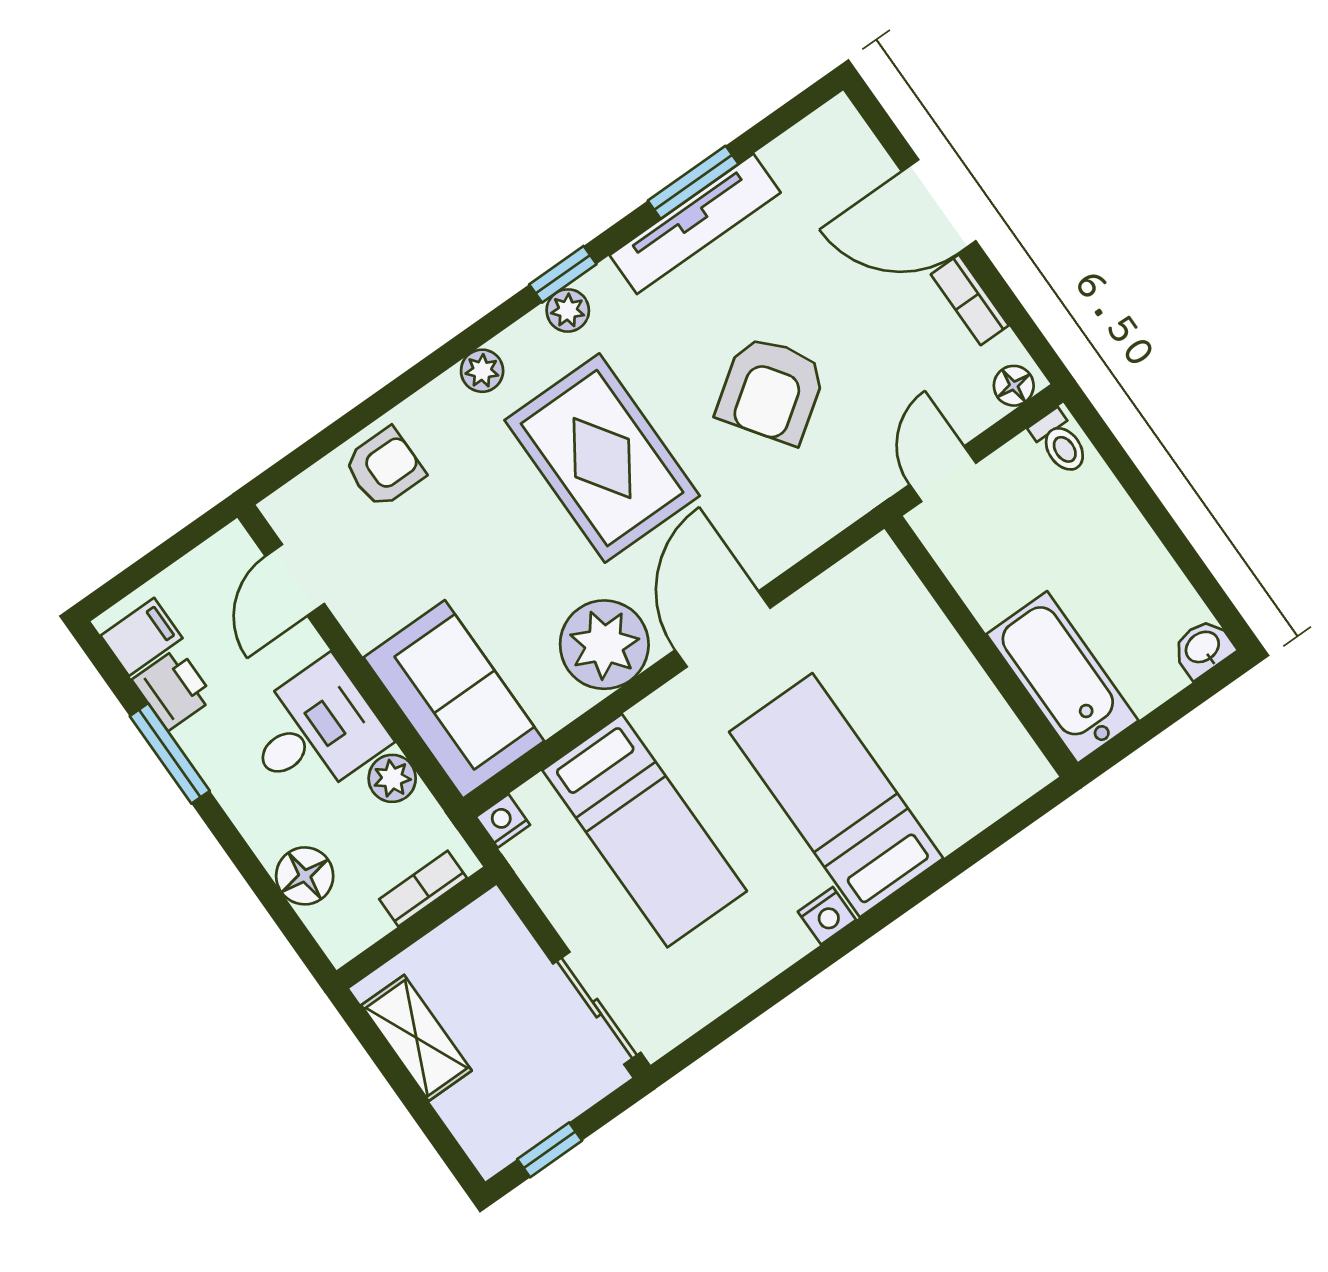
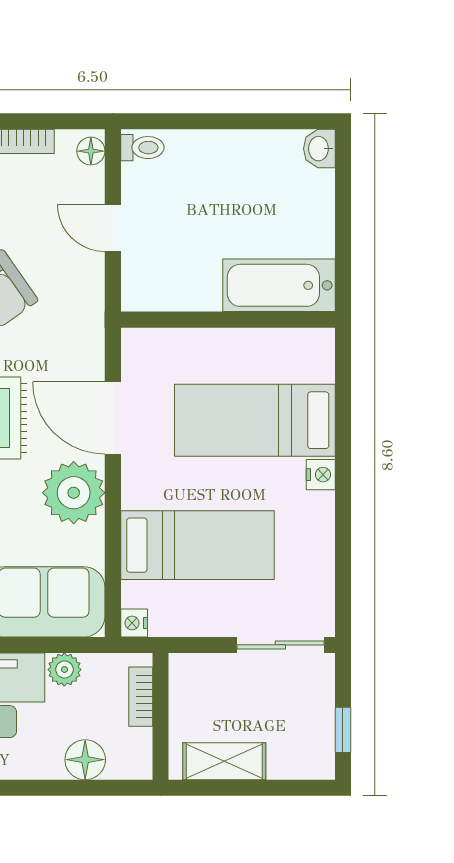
wall: (981, 646) -> (228, 320), moved
bathtub: (1062, 677) -> (279, 285), moved

